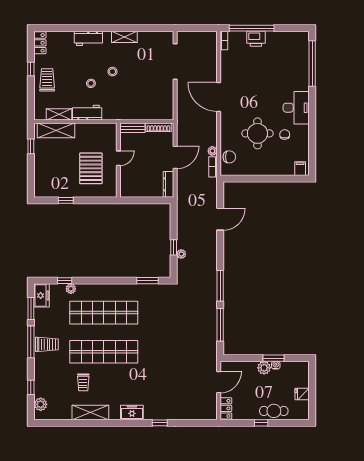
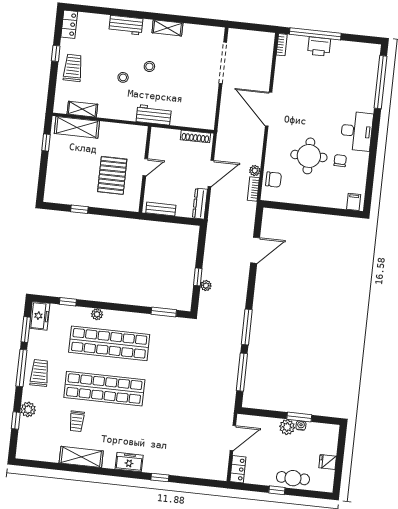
workbench: (87, 113) -> (154, 115), moved
bench: (132, 128) -> (161, 209), moved
plant: (71, 289) -> (97, 314), moved
trolley: (47, 344) -> (40, 373), turned -90
plant: (41, 404) -> (28, 409), moved

